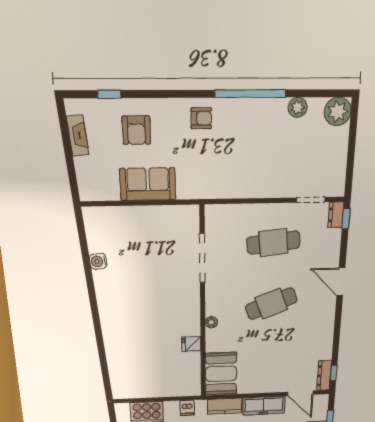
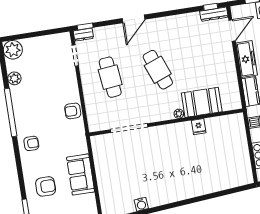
armchair: (201, 118) -> (31, 143), turned 90
armchair: (238, 186) -> (73, 111), added
booth: (221, 374) -> (202, 102), moved

